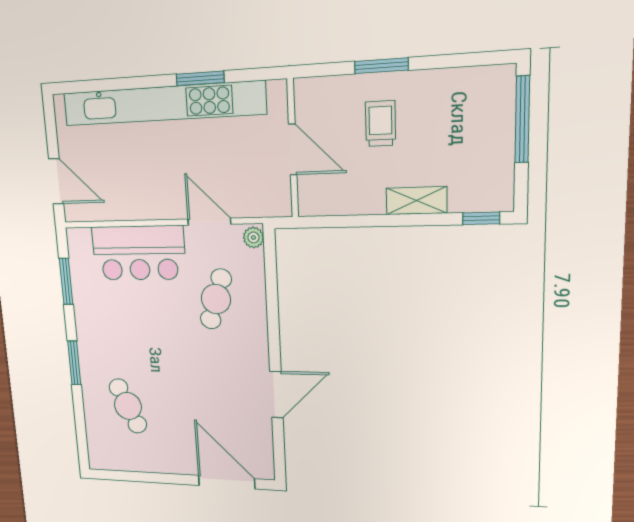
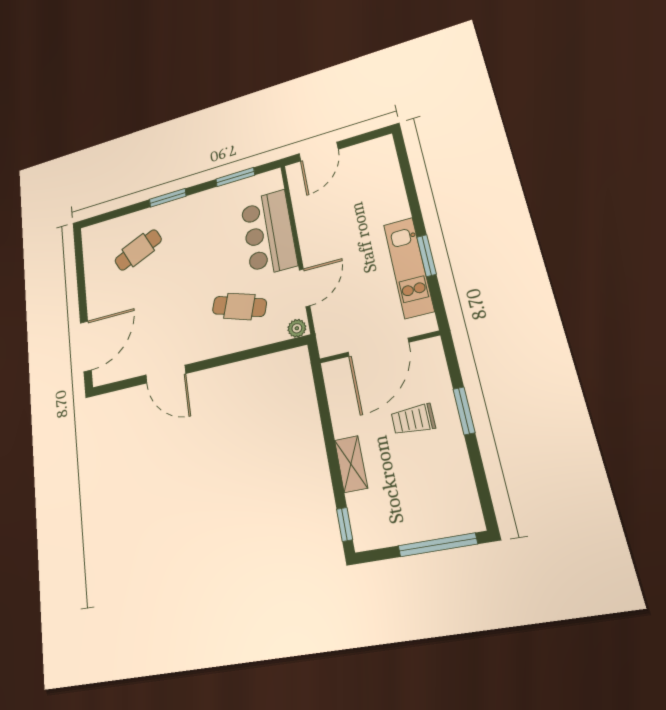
kitchen unit: (163, 104) -> (409, 267), width x0.54
trolley: (380, 124) -> (413, 420), turned 180
door: (293, 149) -> (378, 347), width x1.36

